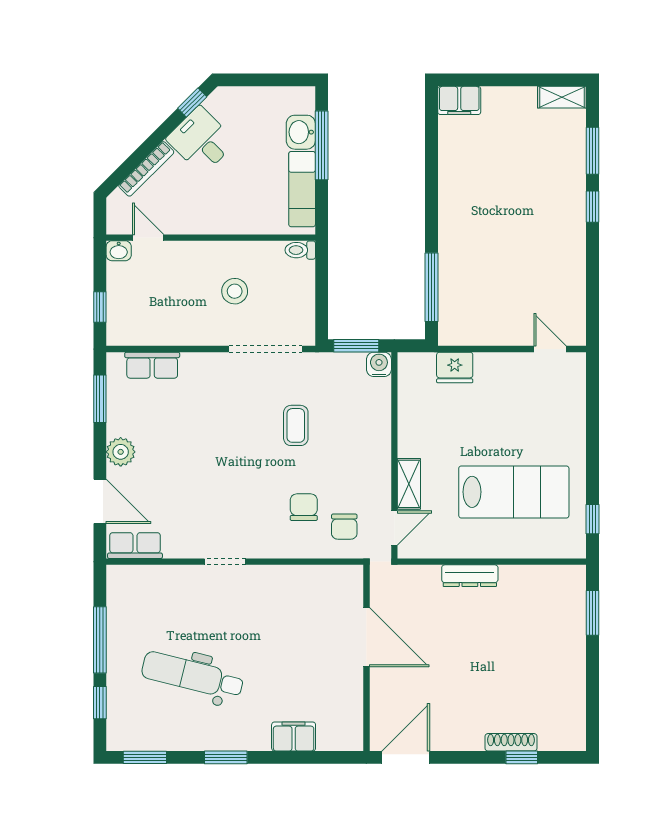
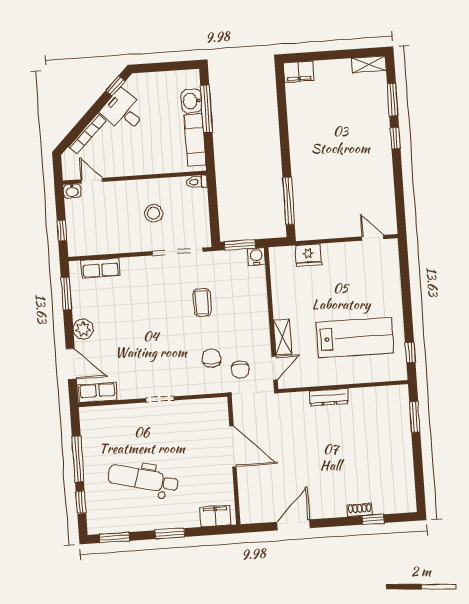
door: (366, 637) -> (233, 446), moved
wall: (366, 658) -> (234, 461), moved
shoe rack: (511, 742) -> (360, 510), width x0.70

